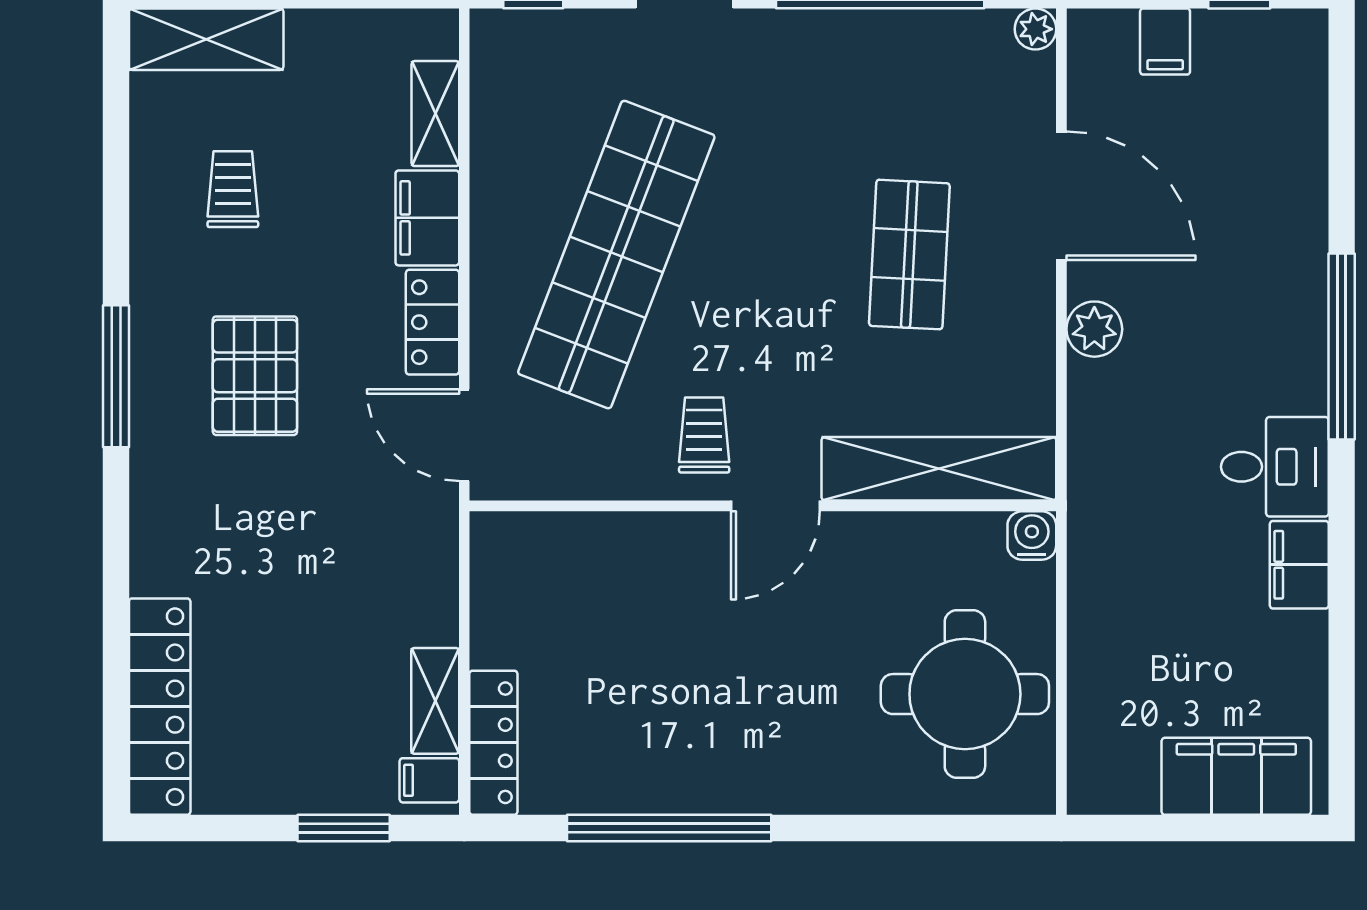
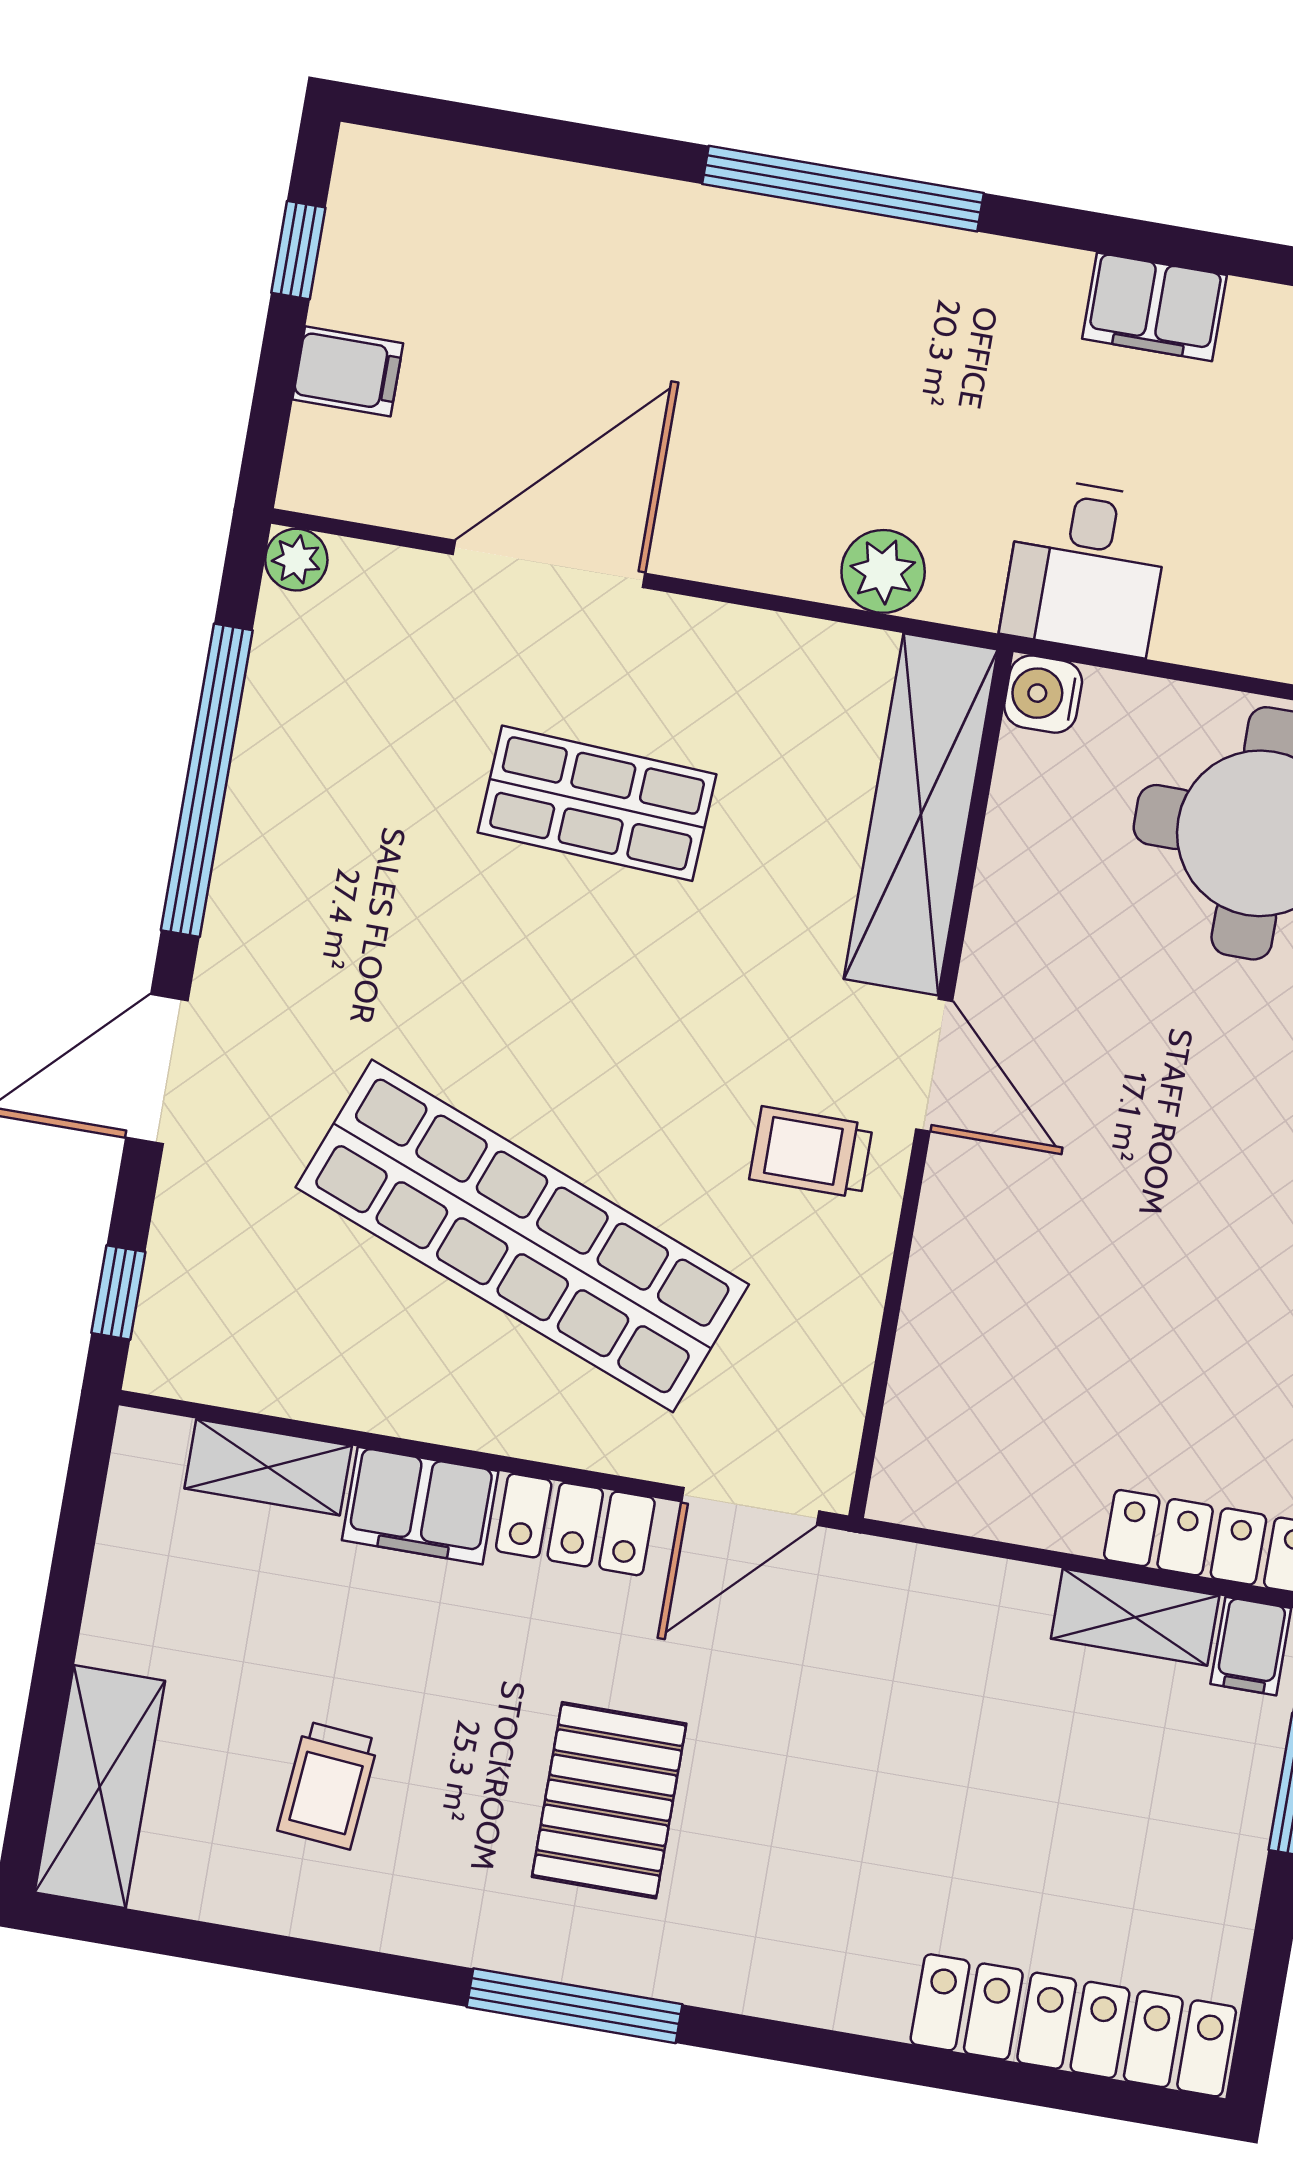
trolley: (233, 189) -> (328, 1785), turned -85
plant: (1094, 329) -> (883, 571), moved
pallet: (255, 376) -> (609, 1800), turned 90
desk: (1275, 467) -> (1086, 567), moved, turned 180

